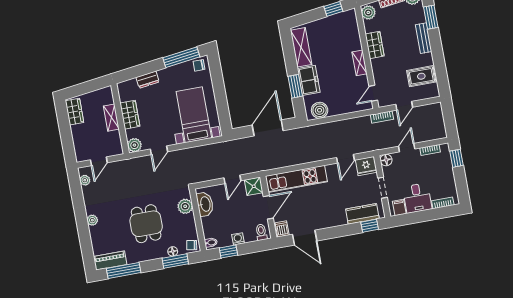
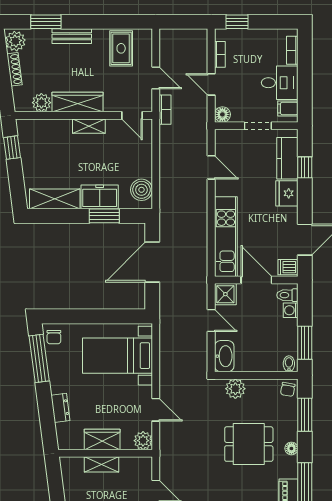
plant: (368, 12) -> (41, 103), moved
wardrobe: (375, 45) -> (78, 102), width x1.50
door: (268, 128) -> (152, 262), hinge flipped
fridge: (366, 166) -> (287, 193), moved, turned 180
washbasin: (205, 204) -> (224, 356), moved, turned 90
window: (370, 226) -> (305, 167), moved
washing machine: (238, 239) -> (291, 310), moved
floor lamp: (173, 251) -> (291, 448), moved
window: (228, 251) -> (305, 343), width x1.50

